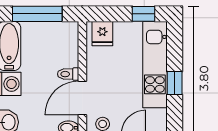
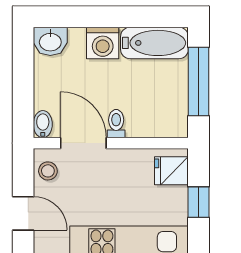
window: (144, 14) -> (199, 202), moved

